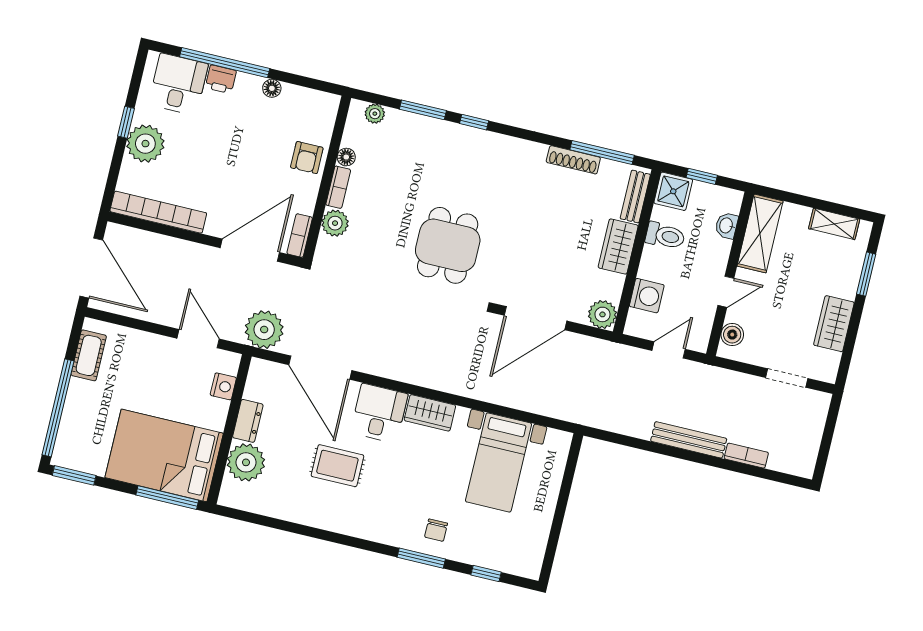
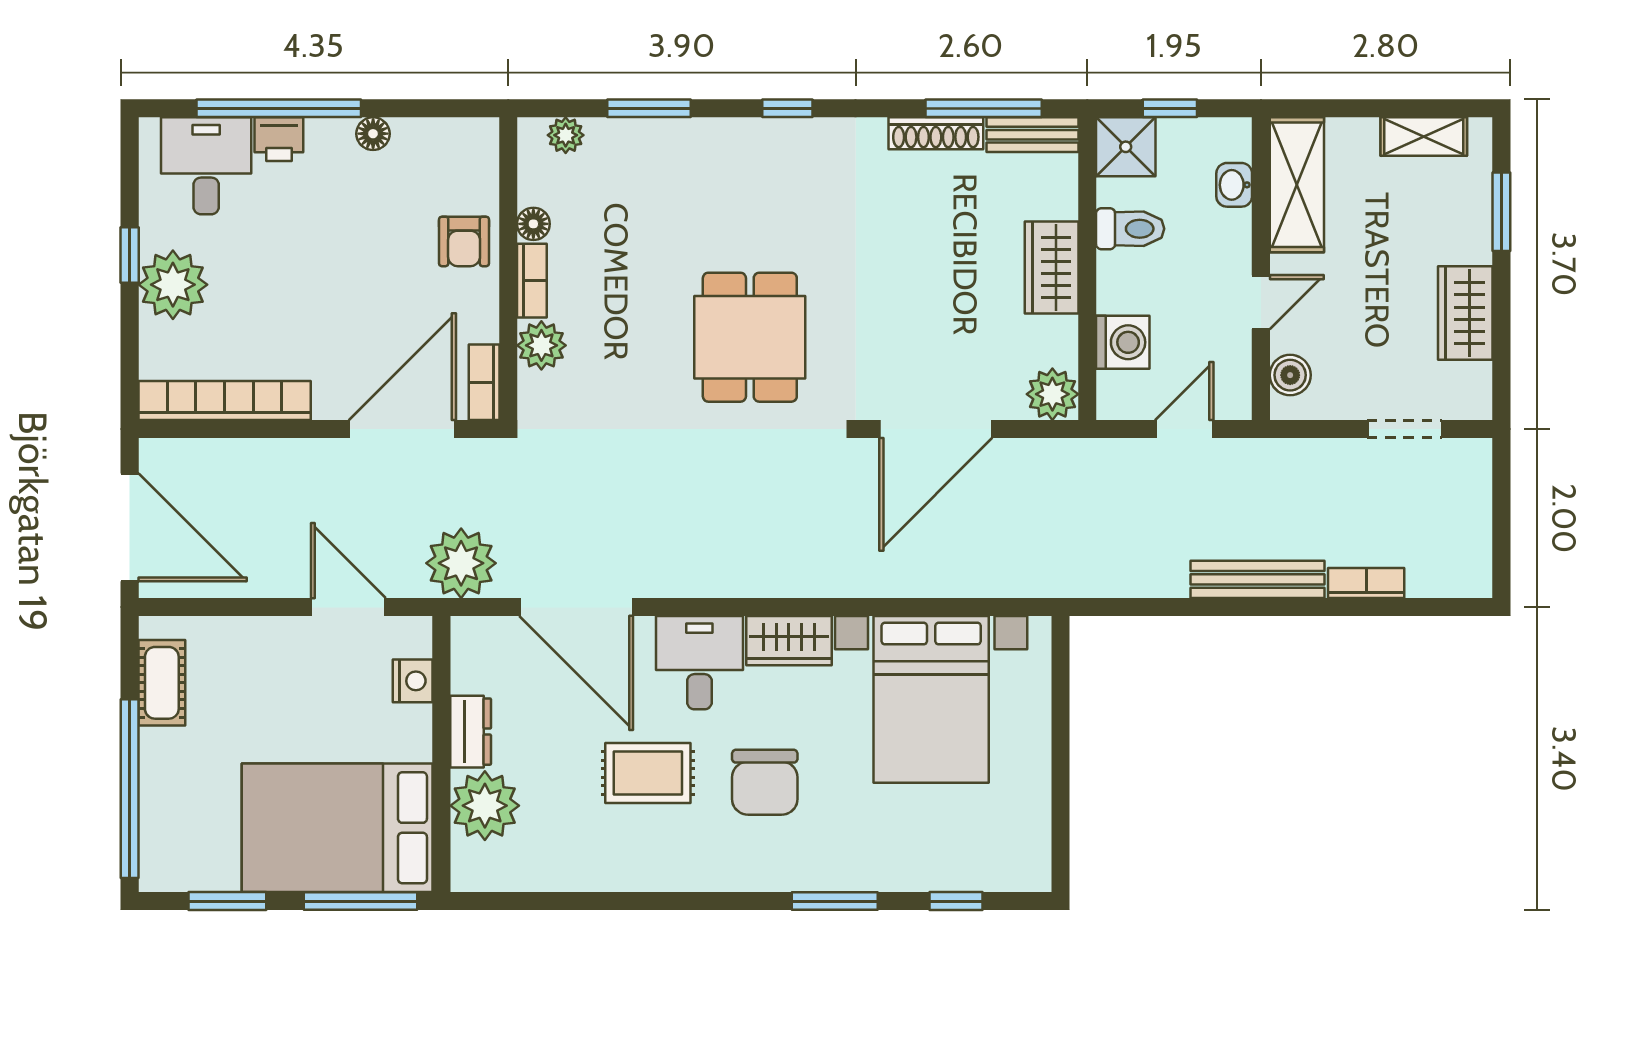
window: (474, 122) -> (787, 108), moved
bench: (635, 197) -> (1032, 135), moved, turned 90
bed with nightstands: (499, 462) -> (931, 699), width x1.36
window: (74, 475) -> (227, 901), moved
chair: (436, 530) -> (765, 782), moved, width x1.87, depth x1.87

